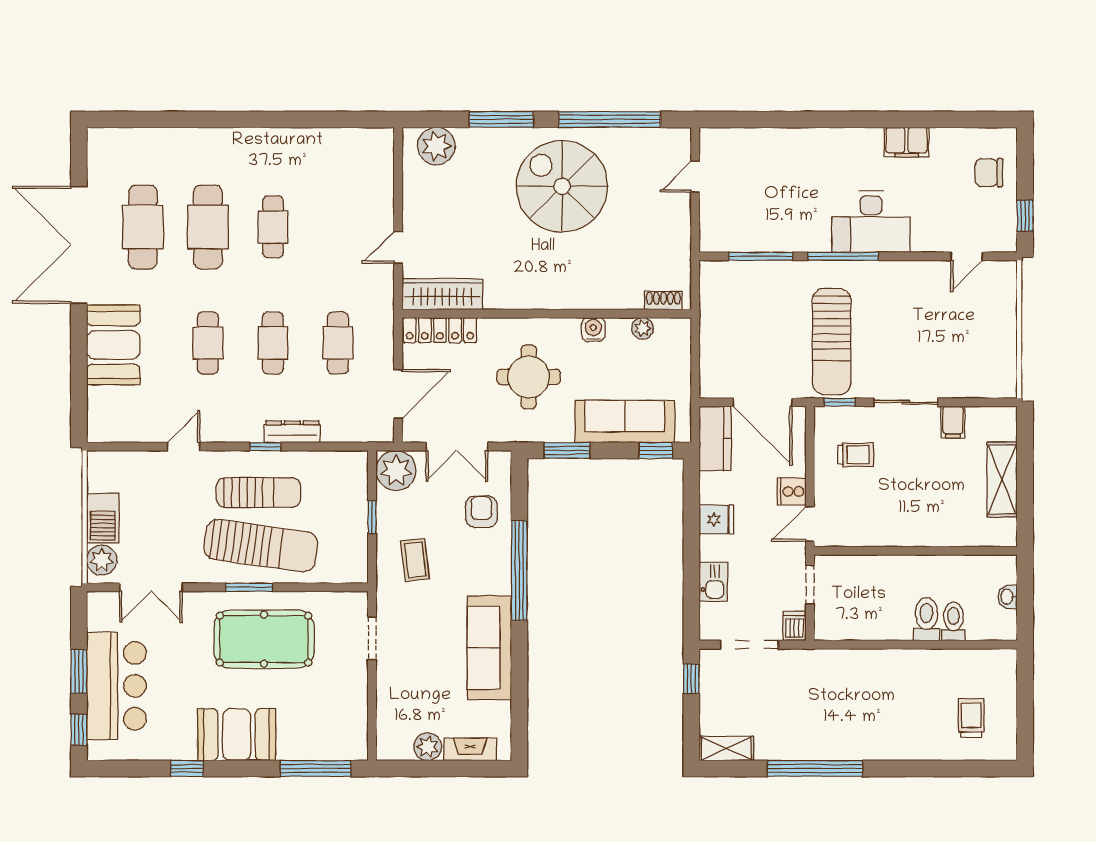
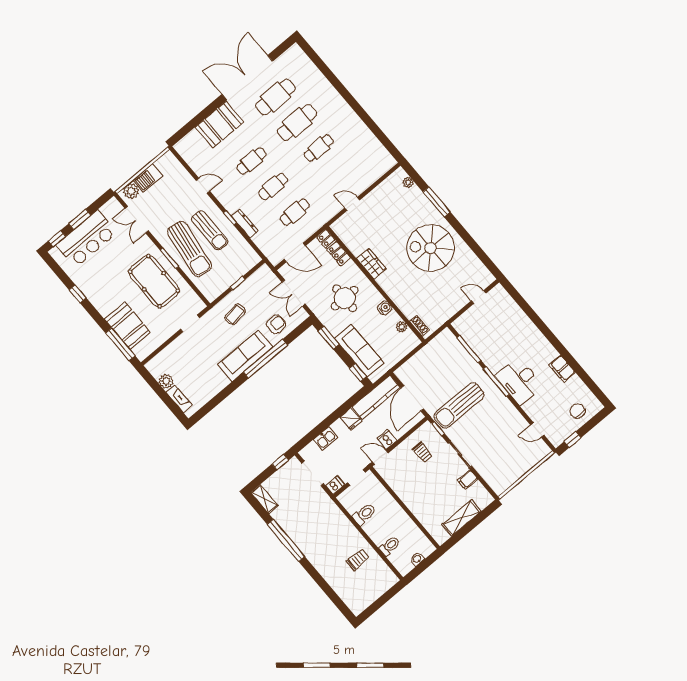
window: (610, 119) -> (473, 245), removed
plant: (436, 146) -> (408, 182), width x0.53, depth x0.53
spiral stairs: (562, 186) -> (431, 248), turned -90
wardrobe: (442, 294) -> (371, 264), moved, width x0.67
kitchen counter: (715, 438) -> (376, 397), width x1.50
plant: (396, 471) -> (264, 277), removed
toilet: (926, 619) -> (364, 514), moved
sofa: (489, 648) -> (245, 356), moved
trolley: (971, 718) -> (358, 560), moved
booth: (237, 735) -> (127, 326), moved

